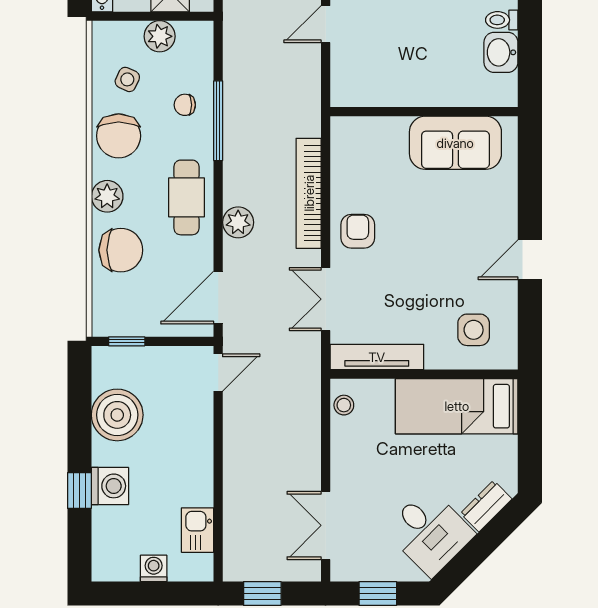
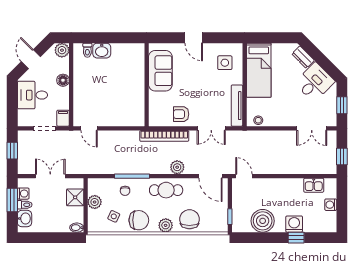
wall: (424, 112) -> (147, 85), moved
sofa: (455, 143) -> (160, 71), moved

